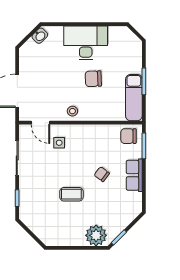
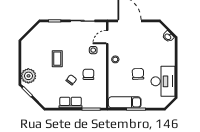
desk: (86, 43) -> (163, 81), moved
chair: (129, 136) -> (88, 74), moved

